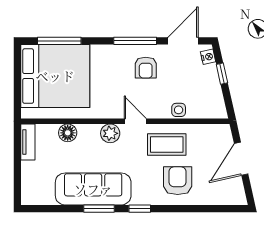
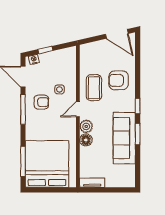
side table: (179, 110) -> (59, 89), moved
floor lamp: (68, 133) -> (86, 140), moved
door: (241, 159) -> (117, 34), moved

